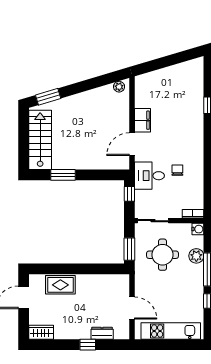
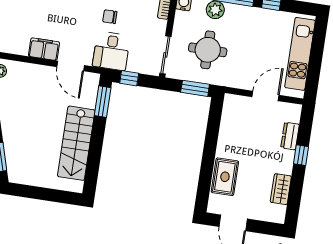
stairs: (40, 140) -> (76, 143), moved, turned -90
window: (63, 175) -> (103, 102), moved
wardrobe: (41, 332) -> (281, 189), moved

